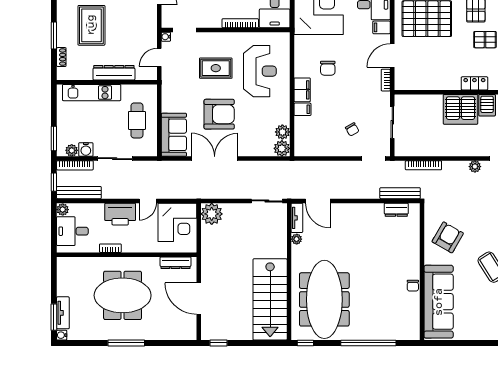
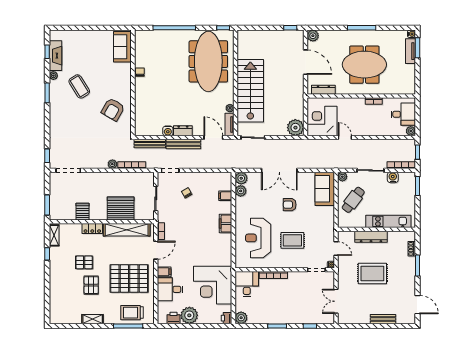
rug: (91, 25) -> (372, 273), moved, turned 90
door: (159, 57) -> (336, 249), hinge flipped
chair: (328, 68) -> (206, 240), removed
shelving: (430, 82) -> (127, 230), added
filing cabinet: (302, 109) -> (225, 196), moved
server rack: (461, 109) -> (121, 208), moved
armchair: (219, 114) -> (290, 205), width x0.53, depth x0.53
cafe table: (137, 120) -> (353, 200), turned 37
plant: (72, 150) -> (342, 177), moved
double door: (215, 159) -> (279, 170), moved
plant: (475, 167) -> (112, 164), moved
bench: (79, 193) -> (183, 144), moved
door: (148, 201) -> (345, 138), hinge flipped
water cooler: (377, 210) -> (168, 131), added
dresser: (396, 210) -> (183, 131), moved
printer: (120, 214) -> (366, 127), removed
stairs: (270, 299) -> (250, 91), moved
sofa: (439, 302) -> (122, 47), width x0.54, depth x0.79
plant: (189, 333) -> (313, 36), added

